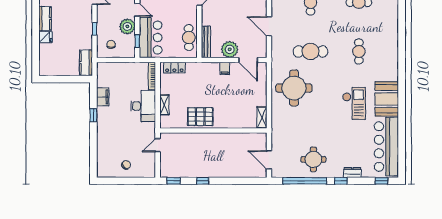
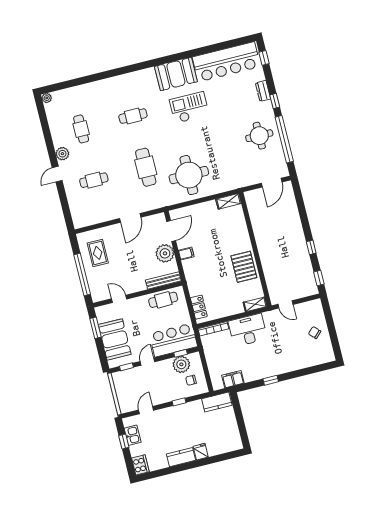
plant: (127, 26) -> (181, 364), moved
filing cabinet: (103, 97) -> (233, 379), moved
shelving: (164, 105) -> (255, 304), moved

